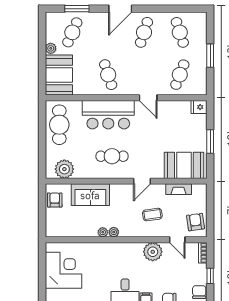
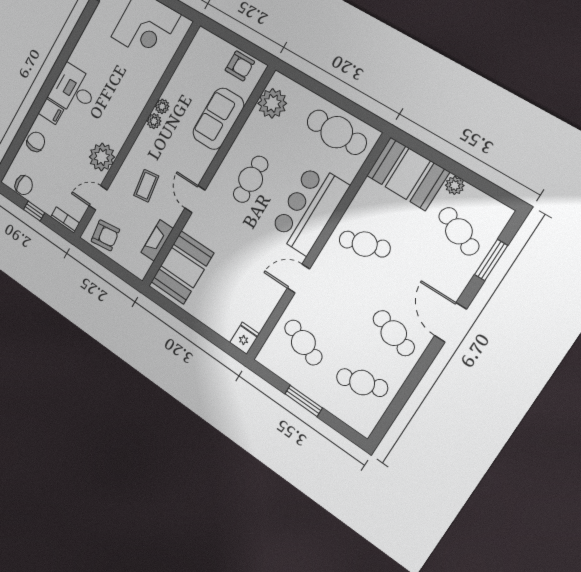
window: (210, 142) -> (192, 322), removed

